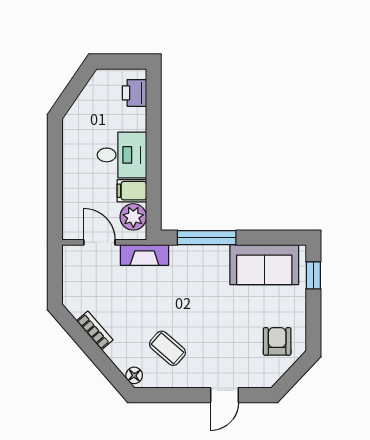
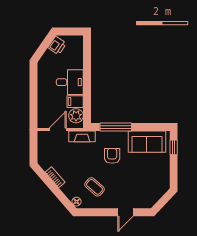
printer: (134, 93) -> (57, 45), moved, turned -146
door: (99, 242) -> (58, 130), hinge flipped
armchair: (277, 341) -> (112, 156), moved

